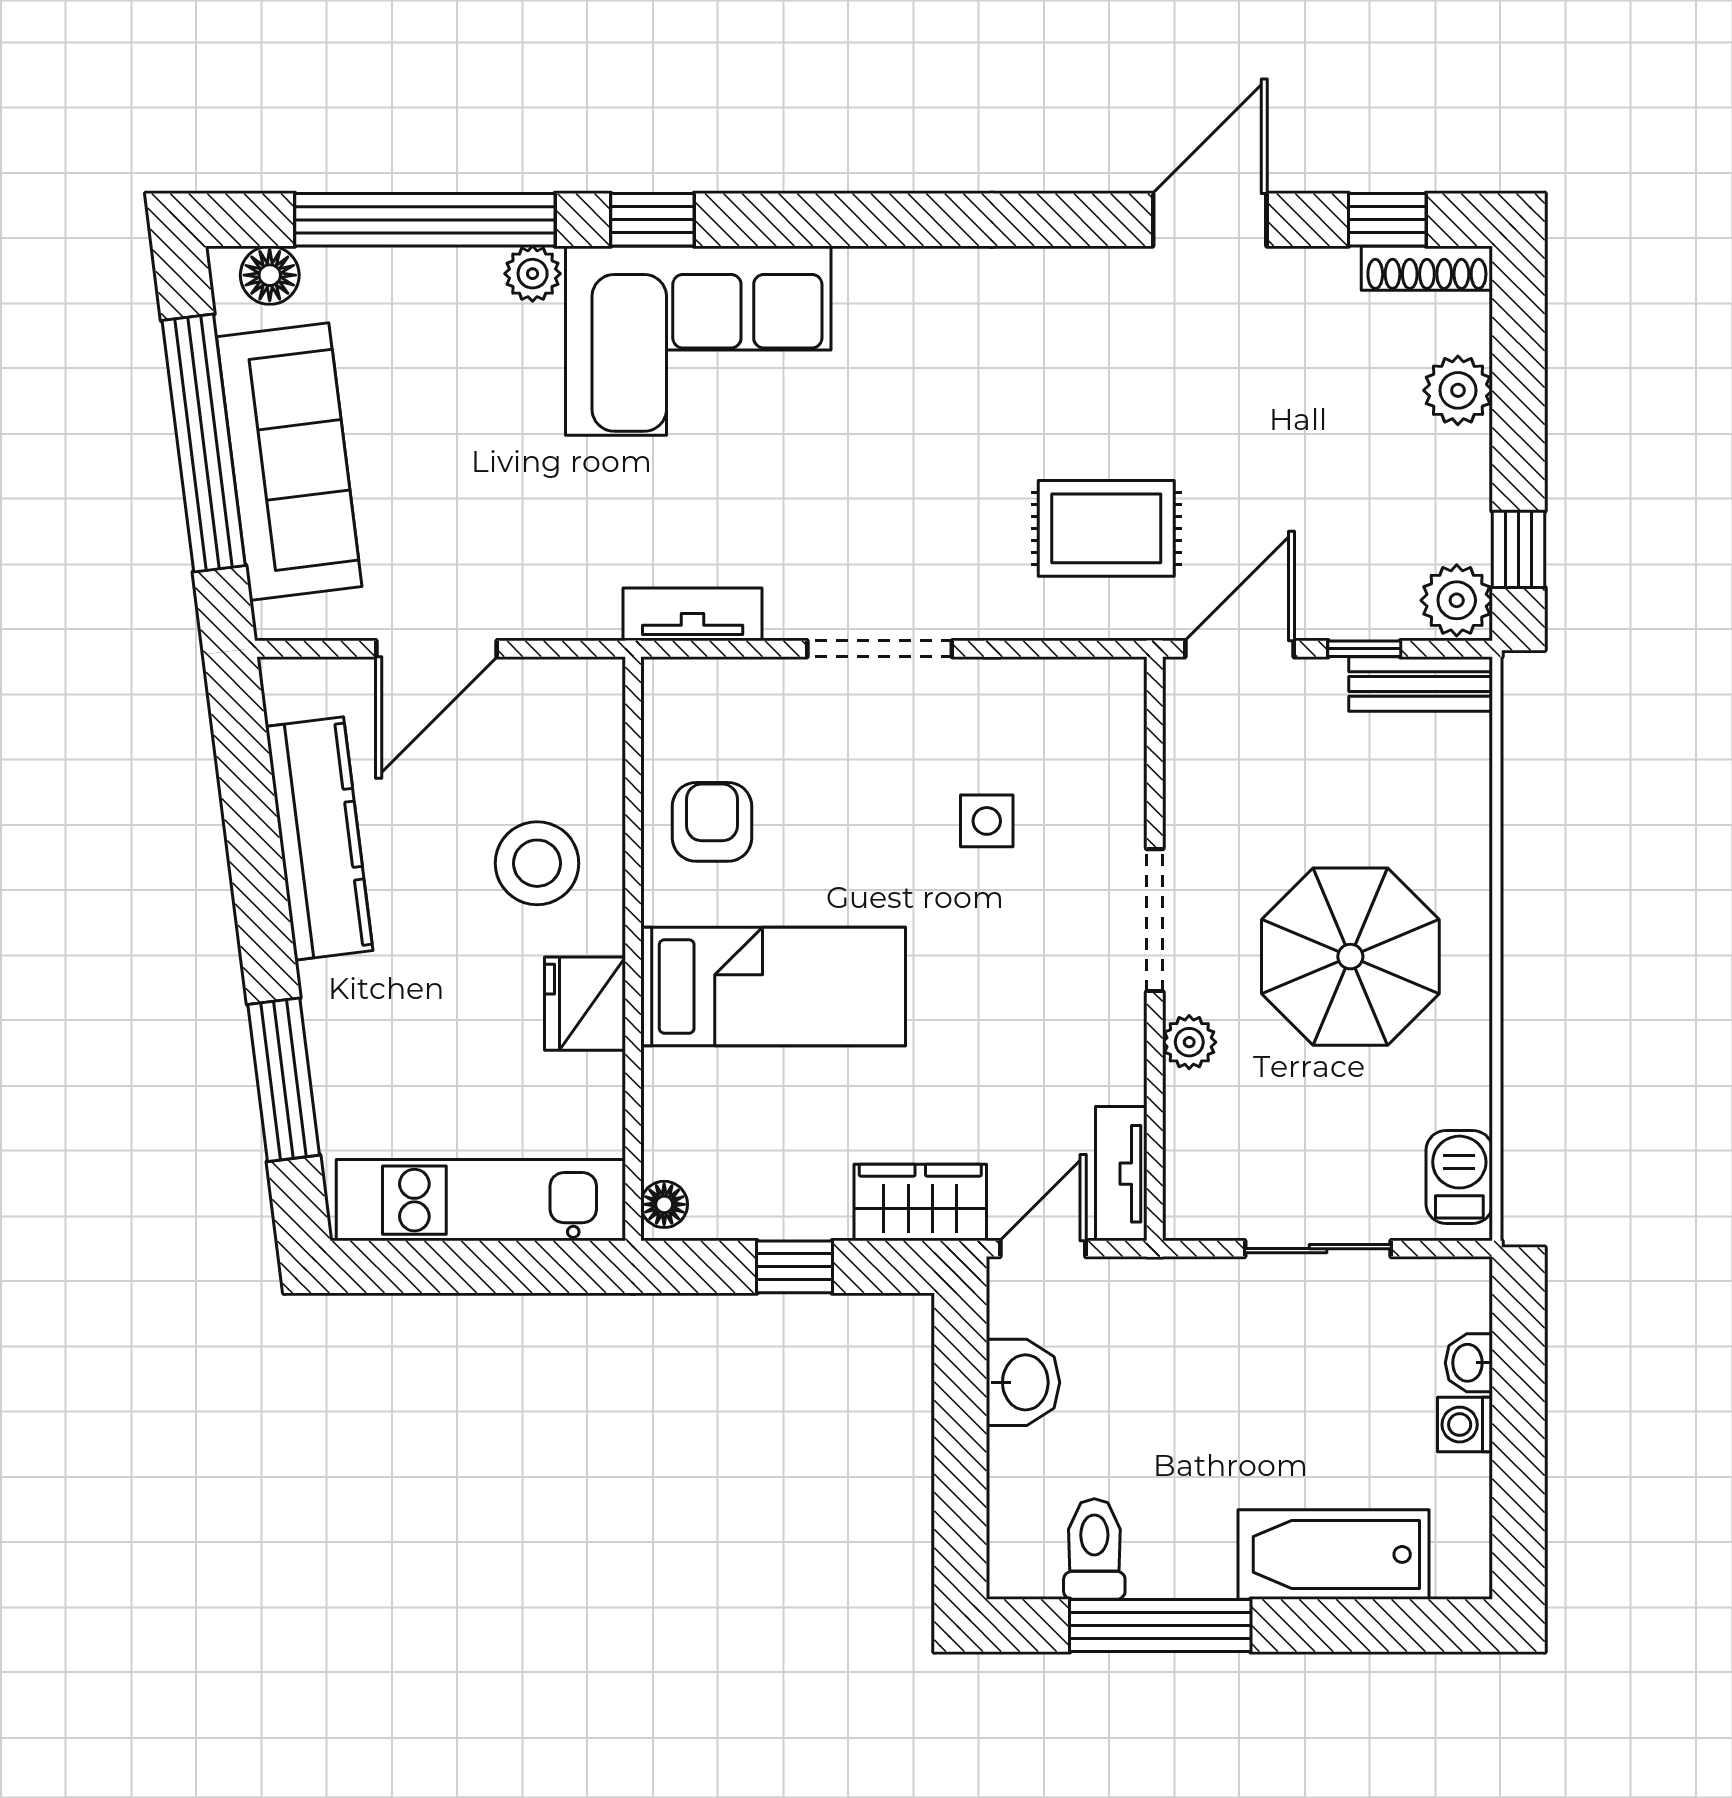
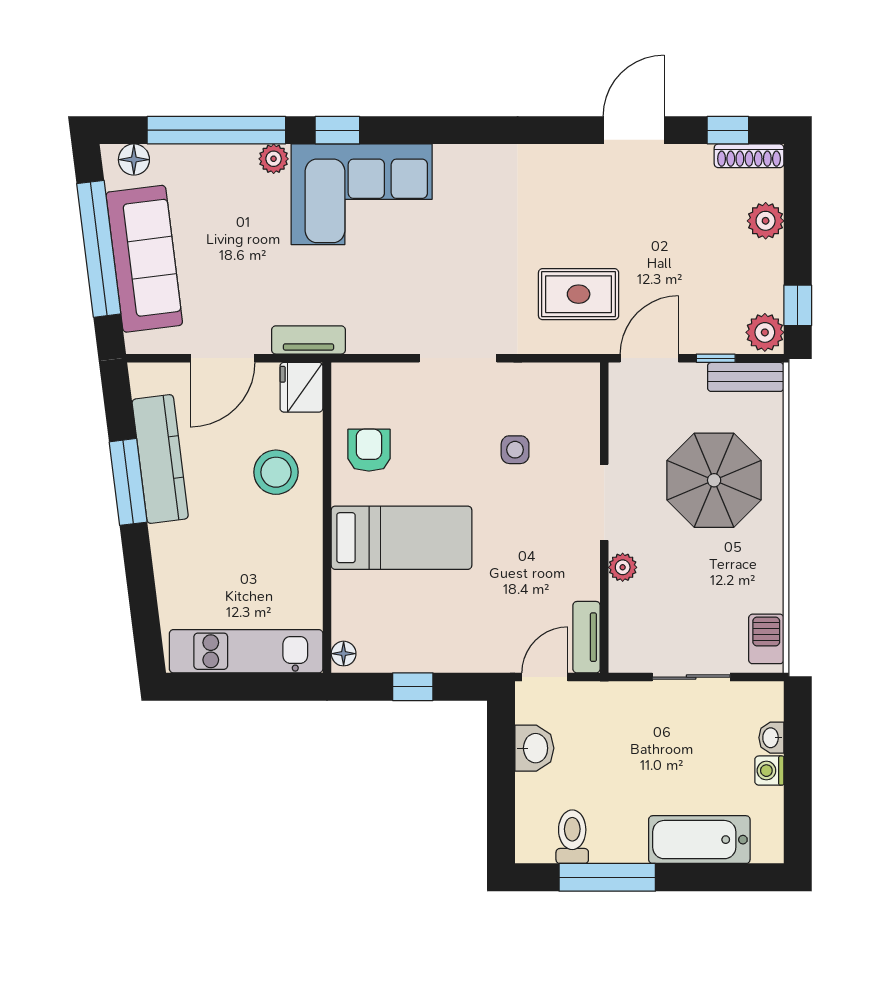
tv unit: (693, 614) -> (308, 340), moved
parasol: (1350, 957) -> (714, 480), moved
fridge: (585, 1004) -> (301, 387), moved
window: (284, 1080) -> (128, 482), moved
wardrobe: (920, 1202) -> (480, 652), removed

